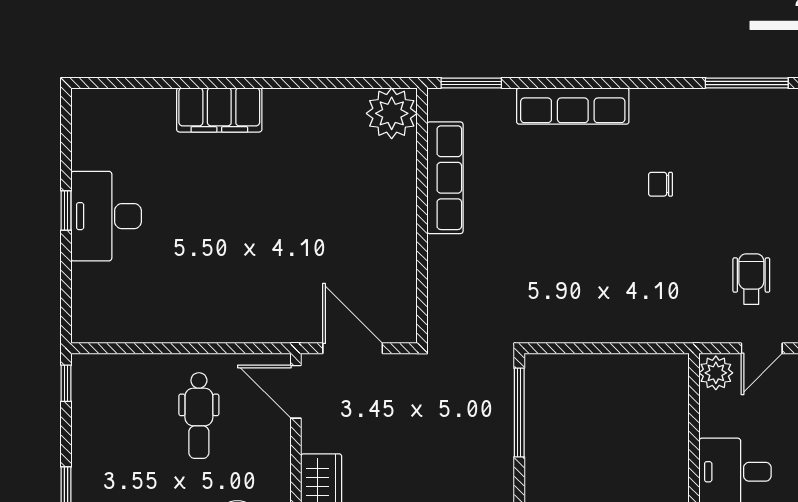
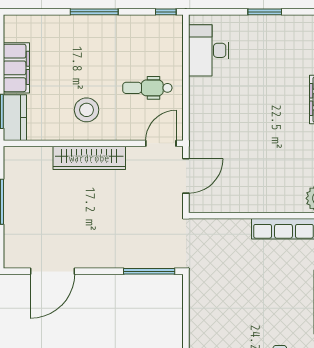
window: (66, 211) -> (265, 12), width x1.50
desk: (106, 216) -> (209, 50), moved, turned -90

